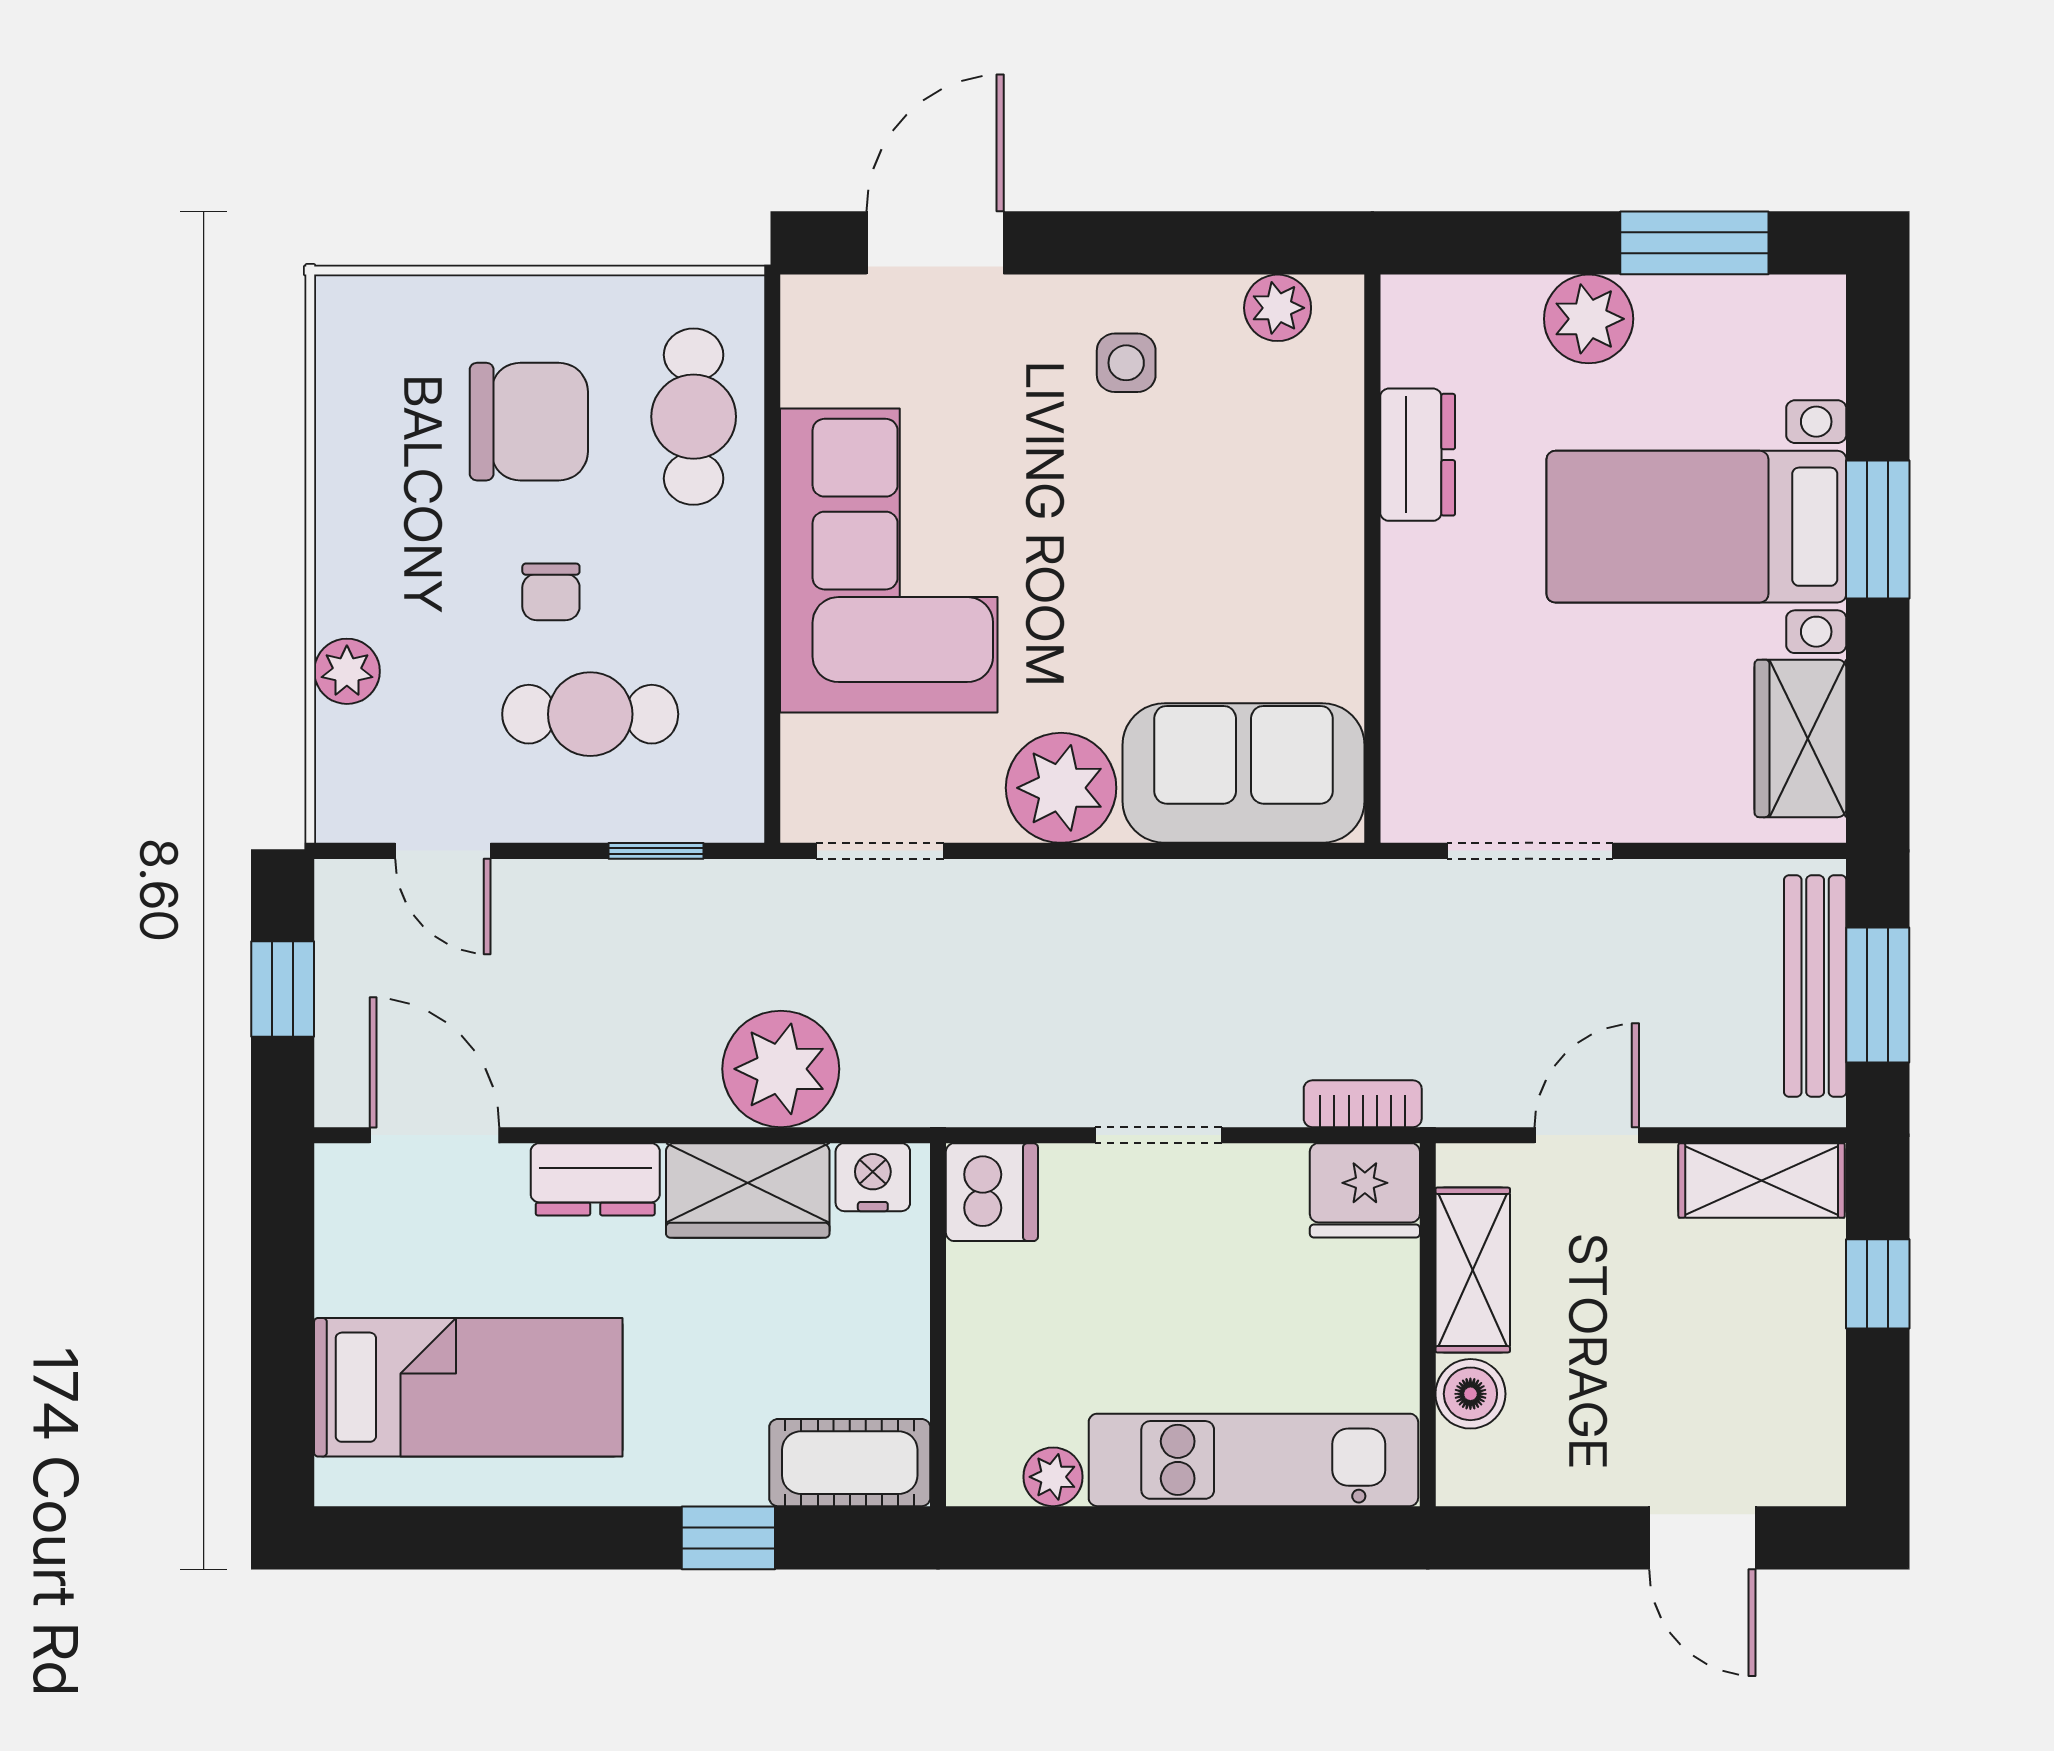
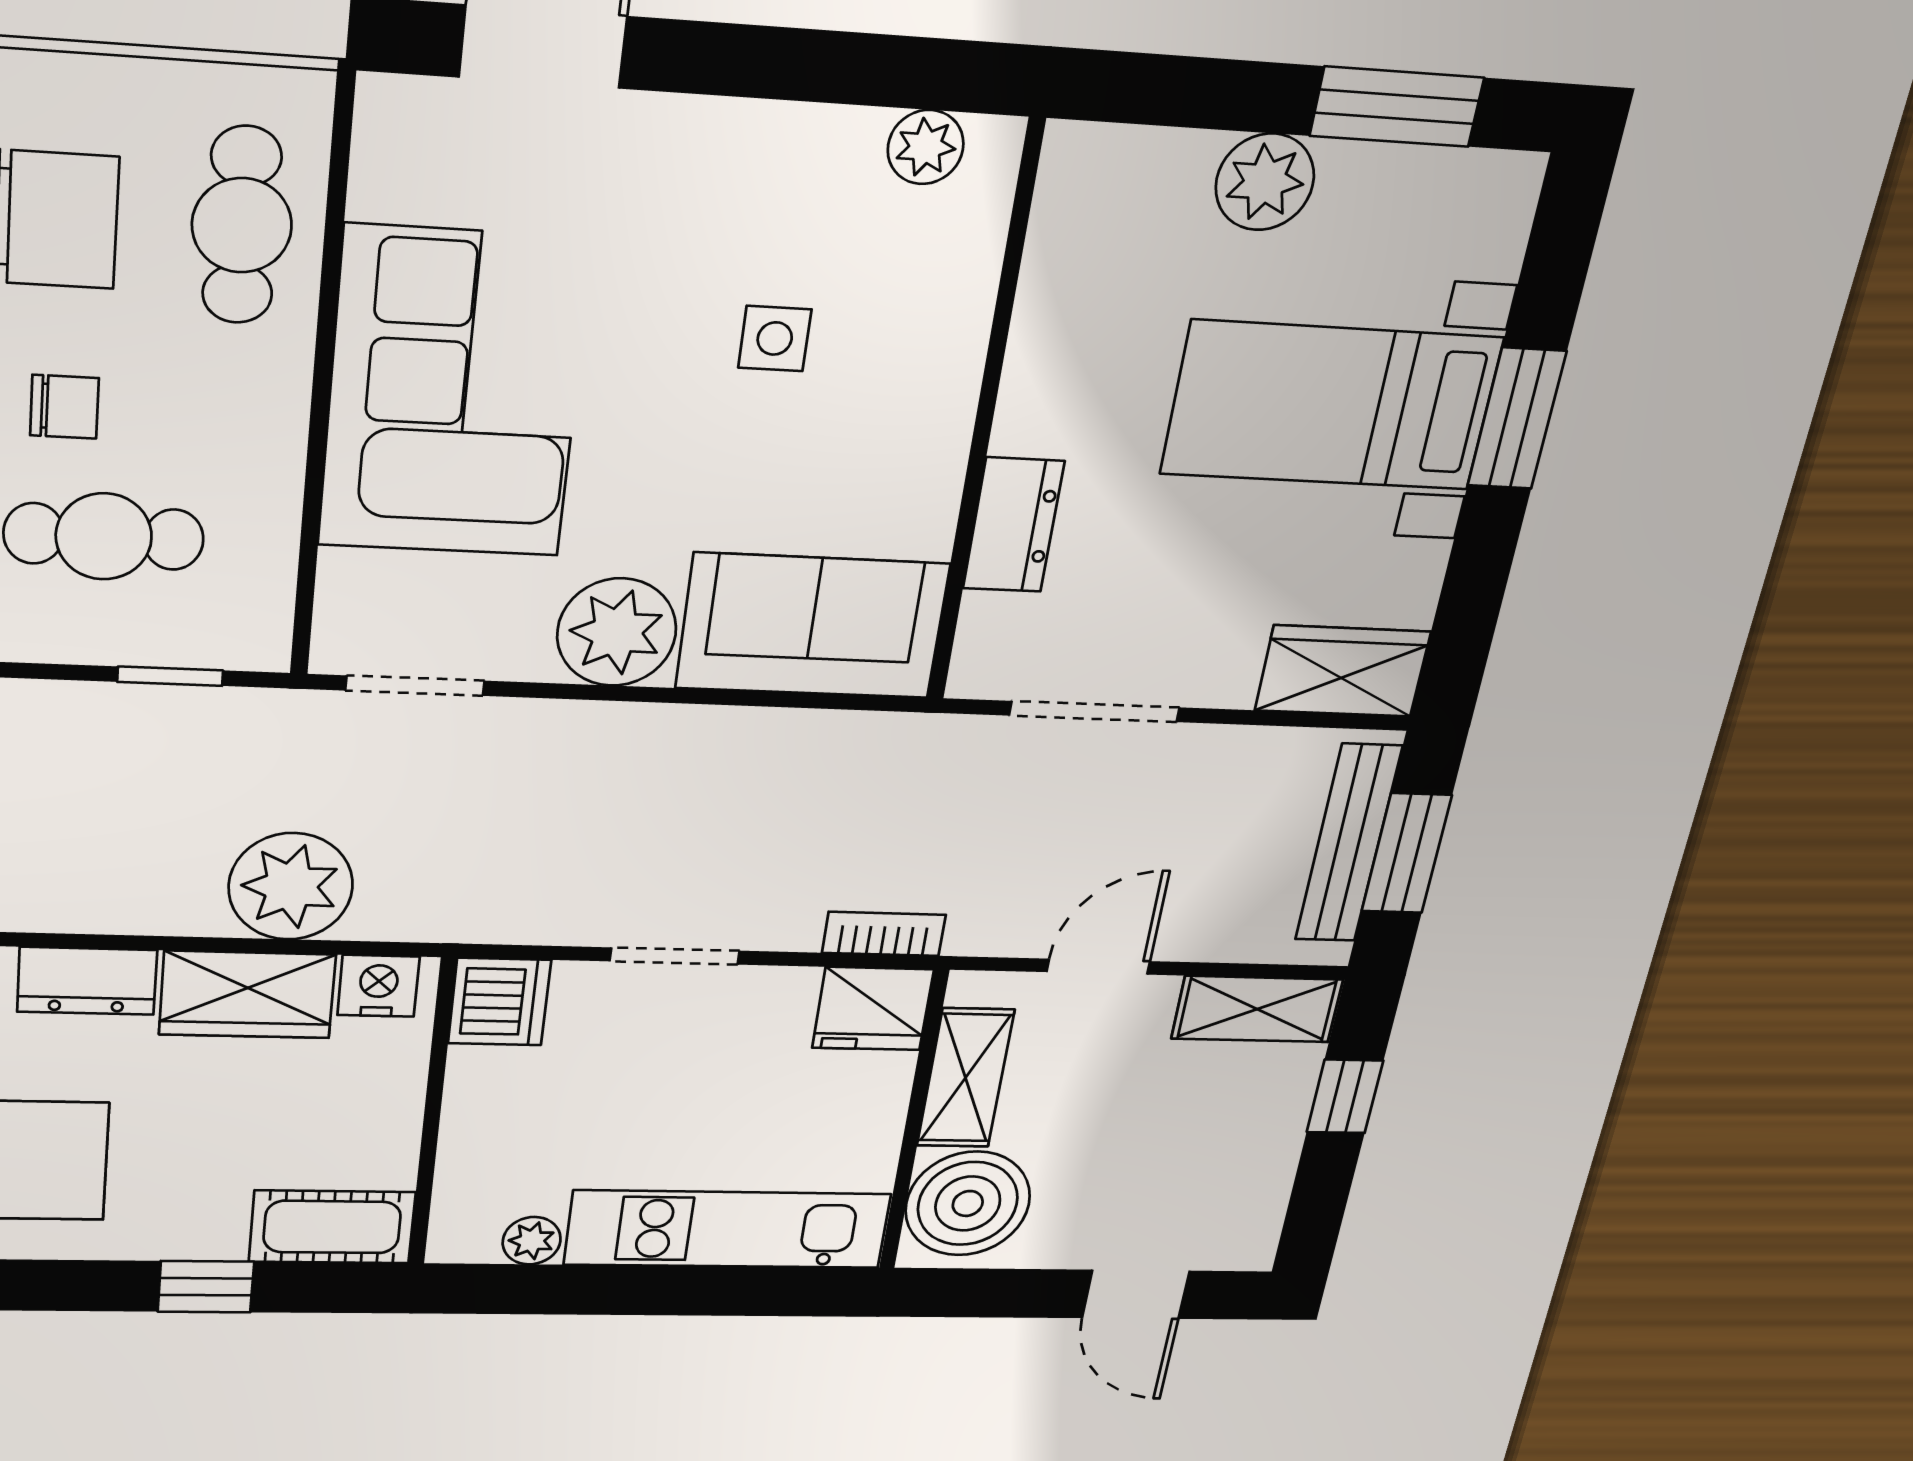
side table: (1126, 363) -> (775, 338), moved
dresser: (1418, 455) -> (1013, 525), moved
chair: (551, 592) -> (64, 407), turned -90
wardrobe: (1800, 738) -> (1343, 671), moved, turned 90
boiler: (1470, 1394) -> (968, 1204), width x1.86, depth x1.86

